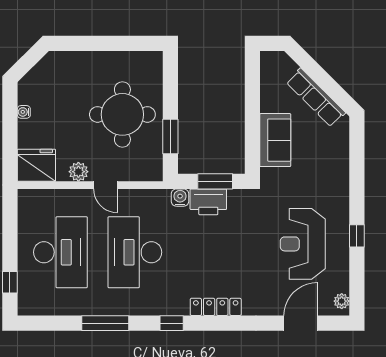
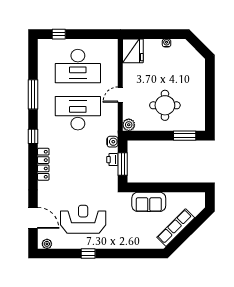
round table: (122, 114) -> (165, 105), width x0.73, depth x0.73
window: (170, 137) -> (185, 136), moved
plant: (78, 172) -> (129, 125), moved
printer: (208, 202) -> (112, 160), width x0.53, depth x0.68

